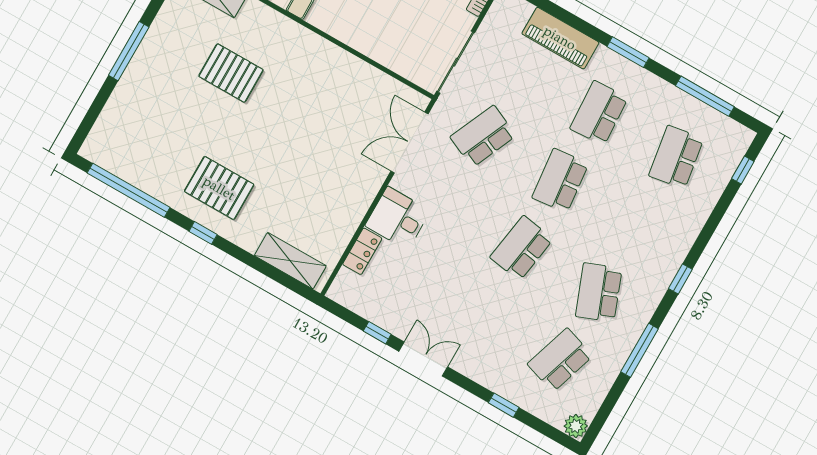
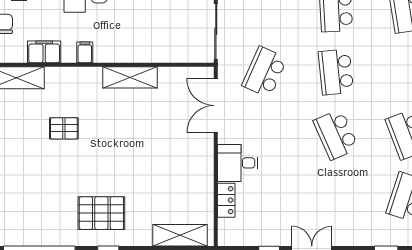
shelving: (334, 59) -> (130, 77), added
pallet: (231, 73) -> (64, 128), width x0.67, depth x0.71
school desk: (522, 248) -> (336, 134), turned -33

